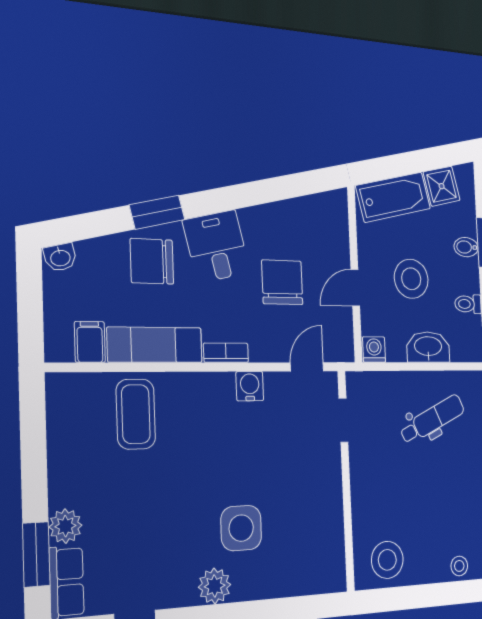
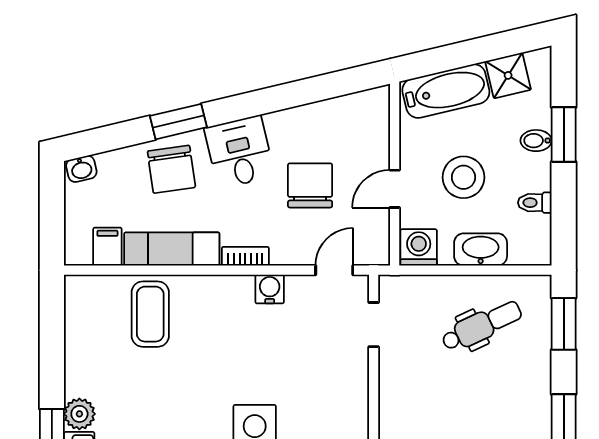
chair: (152, 261) -> (171, 169), turned -98
washing machine: (374, 350) -> (419, 247), width x1.38, depth x1.38

